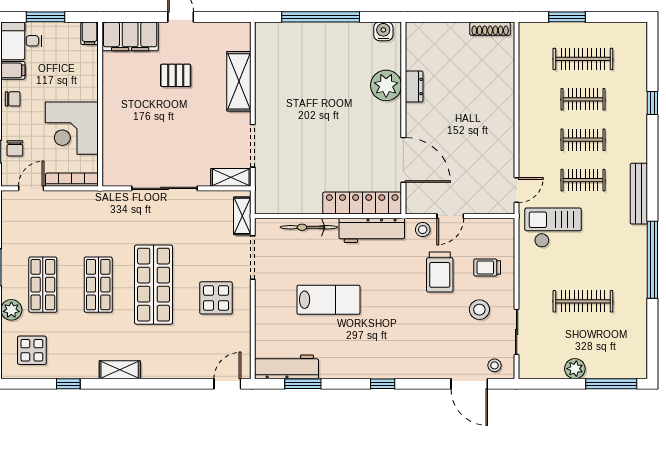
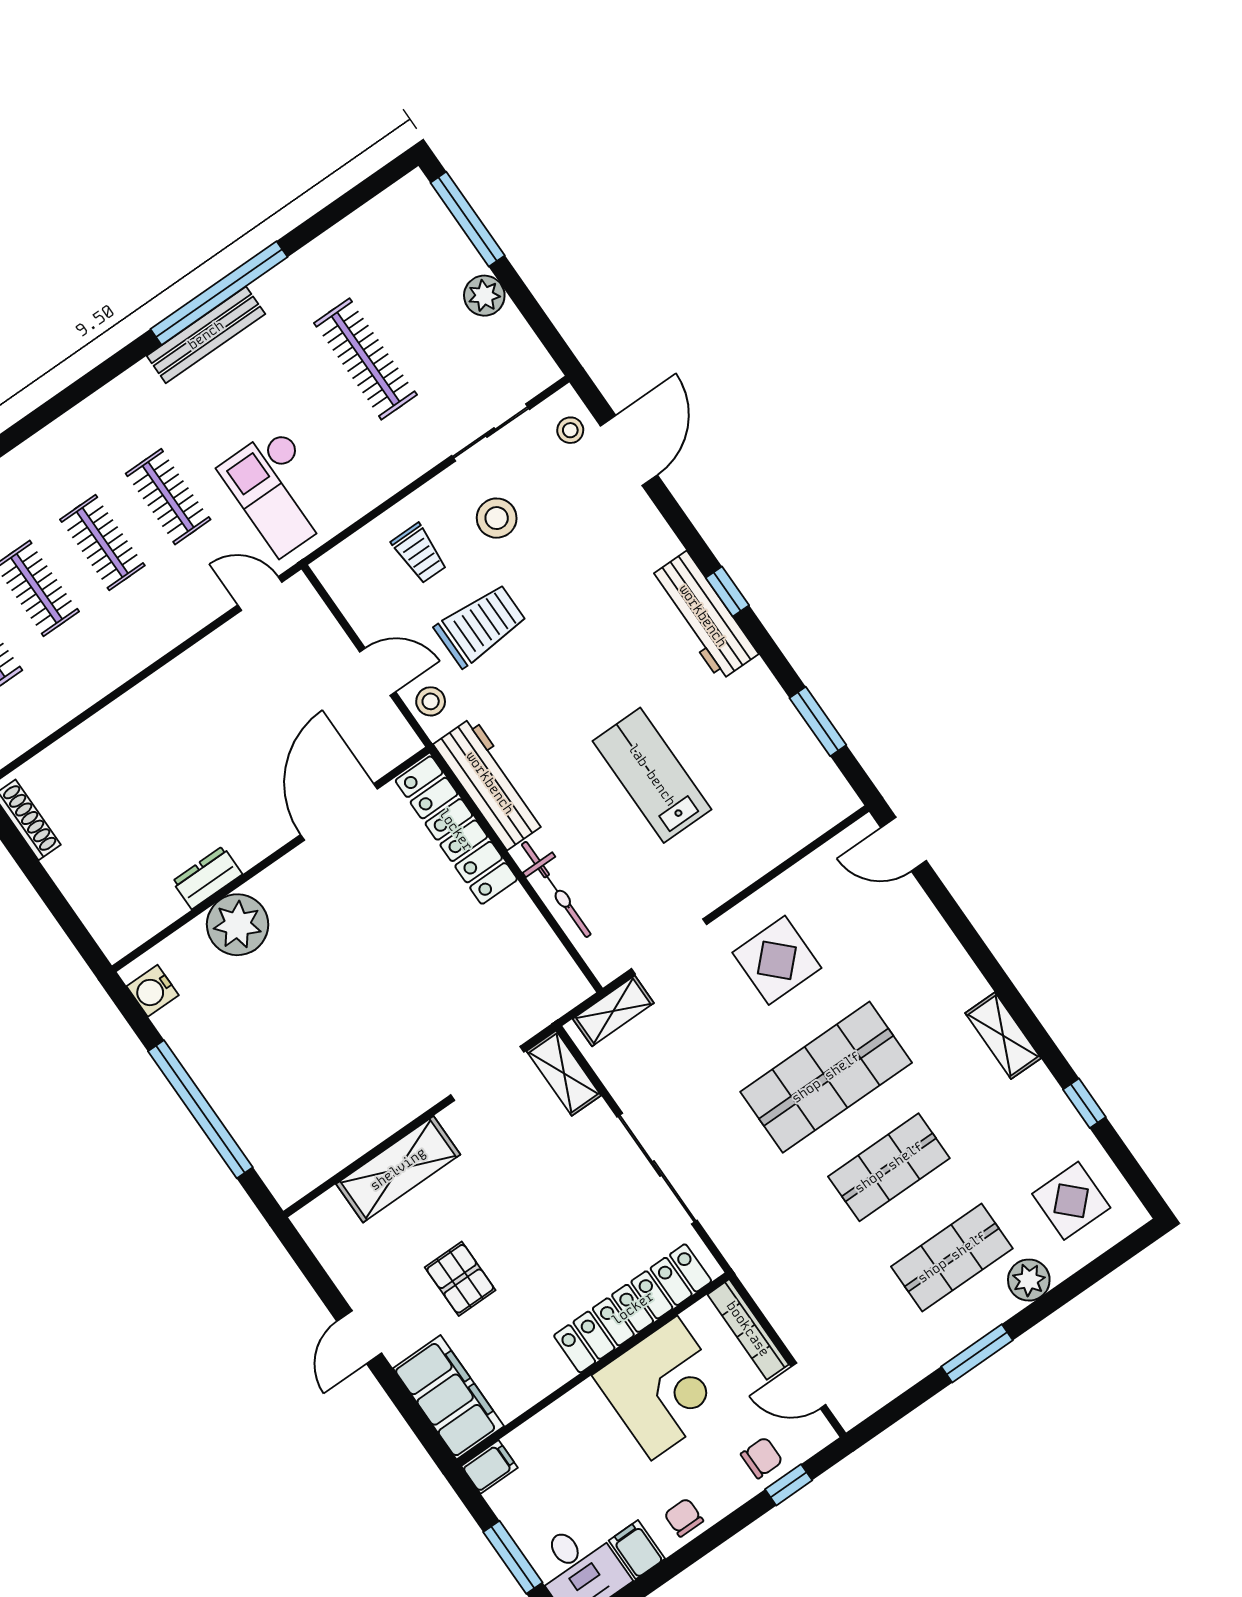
locker: (114, 138) -> (633, 1308), added
bench: (639, 194) -> (206, 335), moved
workbench: (287, 367) -> (703, 616), moved

